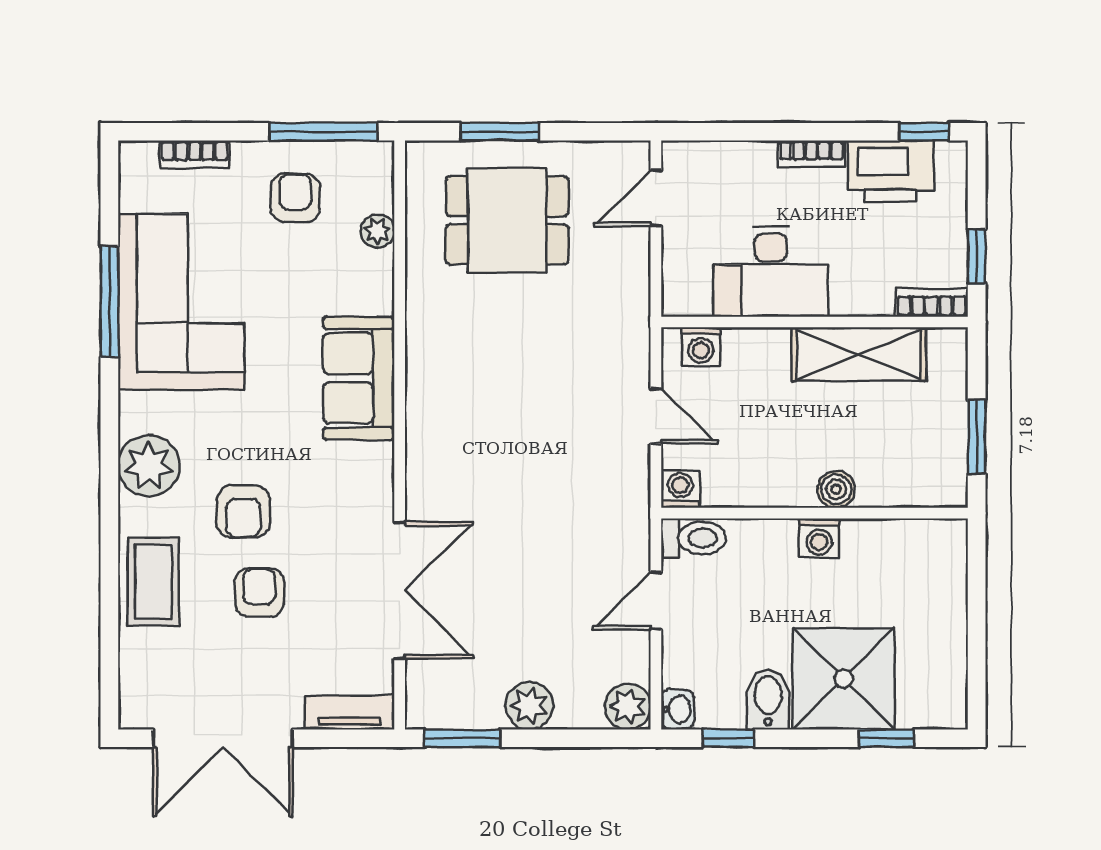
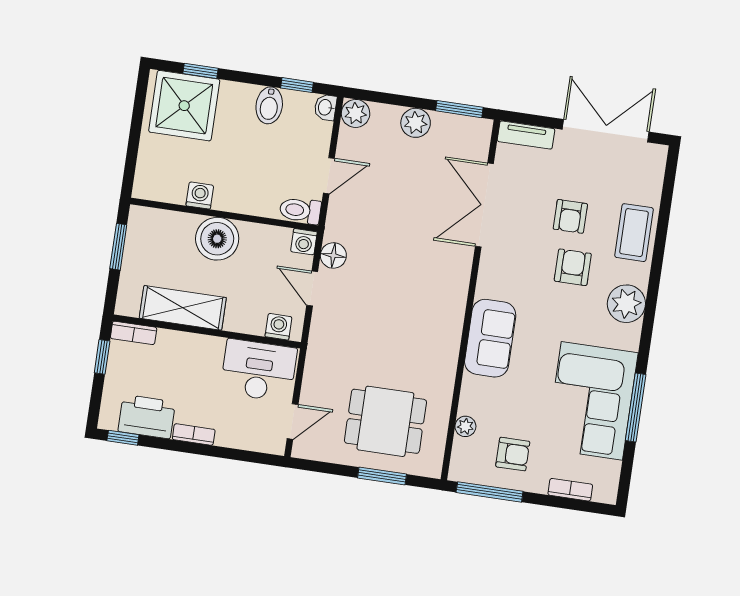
armchair: (295, 198) -> (513, 454), turned -90
desk: (771, 272) -> (259, 370), moved
floor lamp: (630, 474) -> (333, 255), added
boiler: (836, 489) -> (217, 239), width x1.86, depth x1.86
washing machine: (819, 538) -> (200, 196), moved
shower: (844, 679) -> (184, 106), moved

